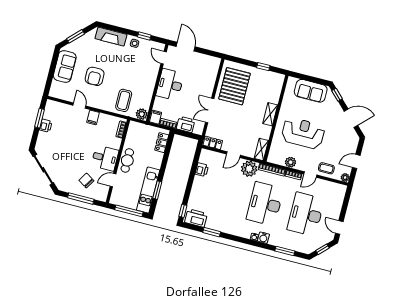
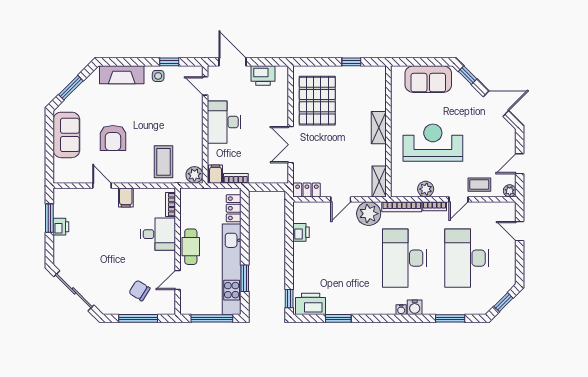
printer: (186, 124) -> (263, 76), moved, turned 180
desk: (105, 158) -> (158, 234), moved
kitchen unit: (148, 190) -> (232, 269), width x1.36
door: (339, 228) -> (520, 231), moved

